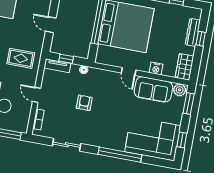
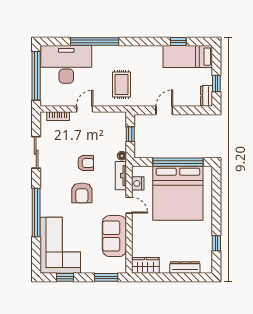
window: (201, 39) -> (179, 277), removed
tv unit: (57, 66) -> (121, 176), moved
nightstand: (156, 69) -> (138, 183), moved
door: (129, 72) -> (129, 205), swing flipped
plant: (180, 90) -> (119, 265), removed
armchair: (110, 111) -> (82, 193), added

